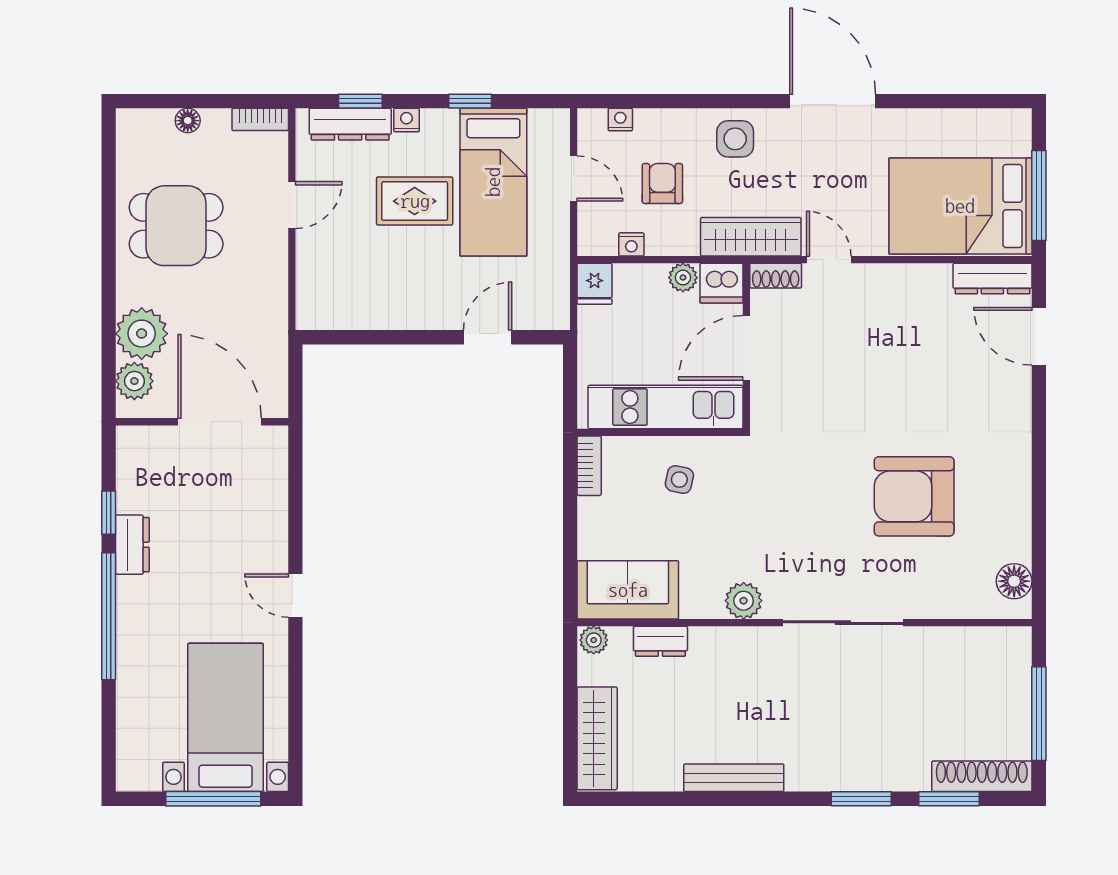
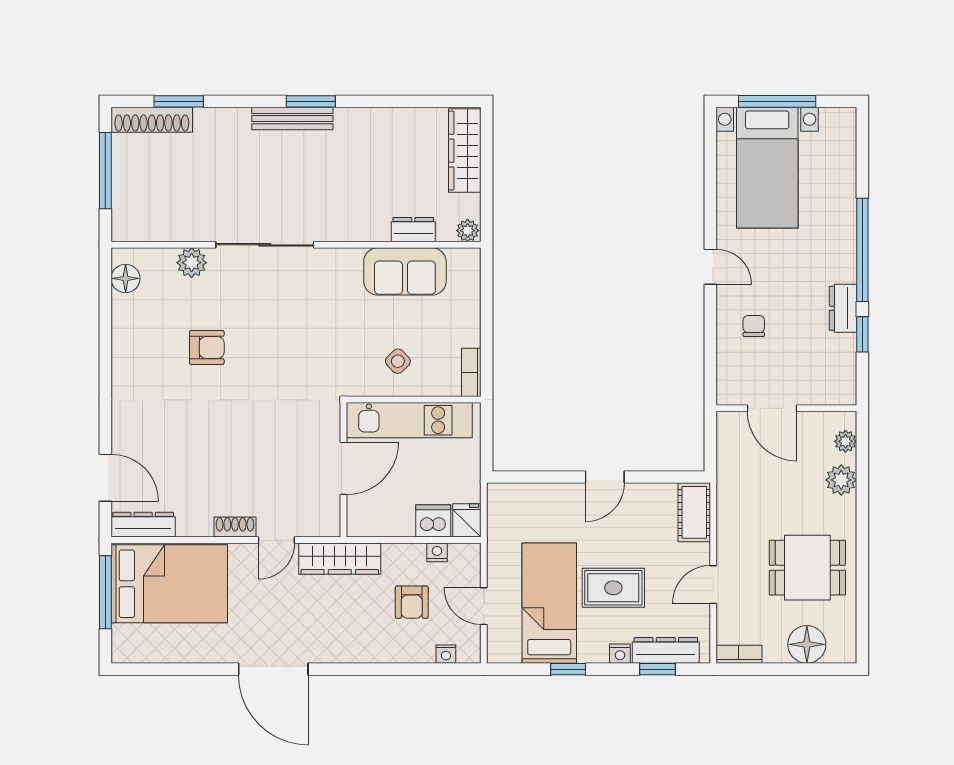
floor lamp: (188, 121) -> (807, 644), width x1.89, depth x1.89
side table: (735, 139) -> (353, 638), removed
door: (829, 260) -> (276, 540), hinge flipped
shoe rack: (776, 276) -> (235, 527), moved
plant: (683, 278) -> (395, 526), removed
dishwasher: (721, 283) -> (433, 521), moved
cot: (315, 294) -> (694, 512), added
plant: (142, 334) -> (841, 480), width x0.73, depth x0.73
door: (488, 337) -> (605, 477), moved
plant: (134, 381) -> (845, 441), width x0.73, depth x0.73
door: (220, 422) -> (772, 408), width x0.73
side table: (679, 480) -> (398, 361), turned 34
armchair: (914, 496) -> (207, 347), width x0.53, depth x0.53
chair: (242, 523) -> (754, 326), added
sofa: (628, 590) -> (405, 271), moved
plant: (744, 601) -> (192, 263), moved
bench: (734, 778) -> (292, 119), moved
window: (861, 799) -> (311, 101), moved

